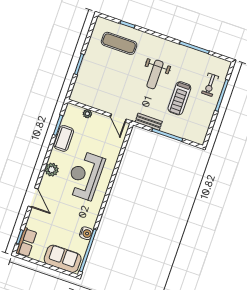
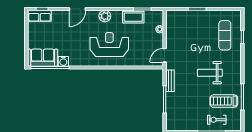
treadmill: (179, 98) -> (224, 101), moved
sofa: (63, 259) -> (43, 58), moved, turned -90

